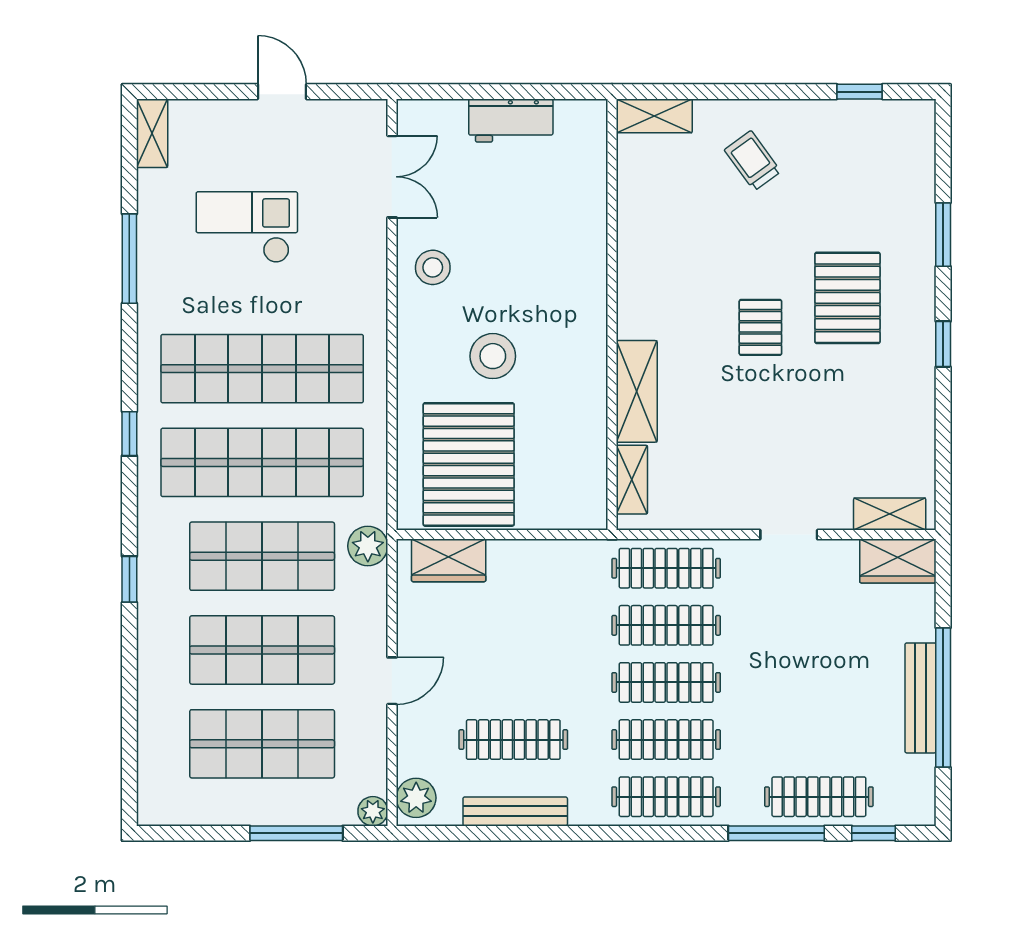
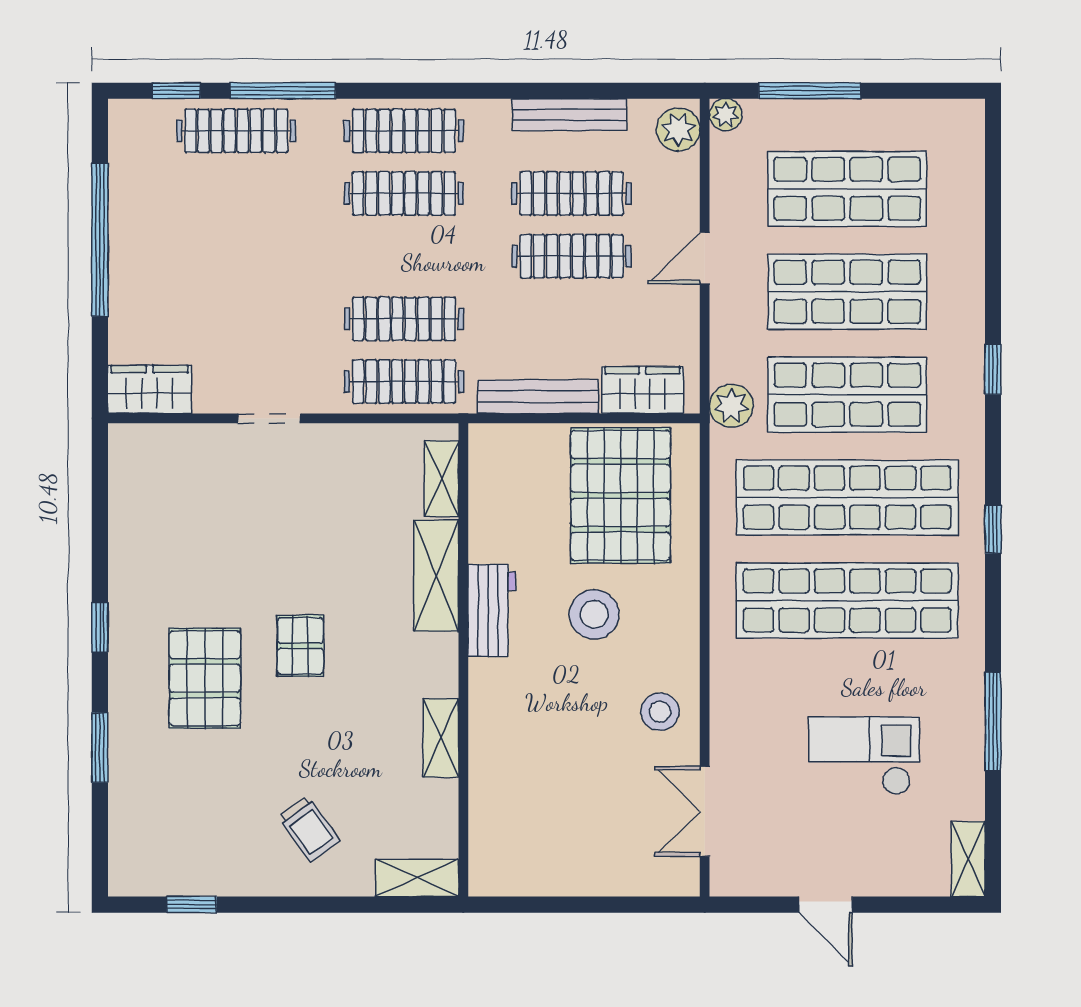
workbench: (511, 120) -> (492, 611), moved, turned 90
checkout: (247, 227) -> (864, 756), turned 180
shelving: (890, 514) -> (441, 738), moved, turned 90
clothes rail: (666, 682) -> (572, 256), moved
bench: (920, 698) -> (538, 397), moved, turned 90

